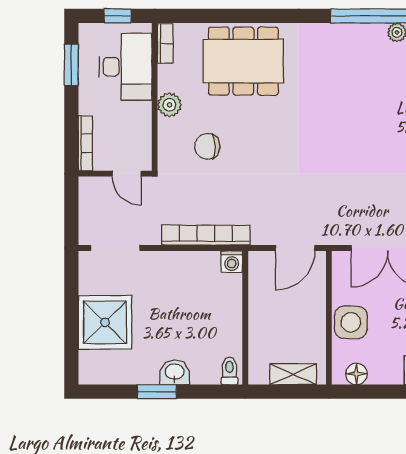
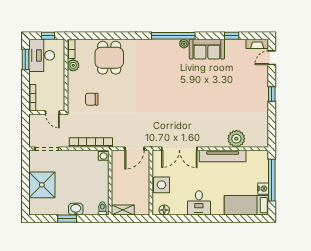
dining table: (243, 61) -> (109, 58), width x0.73
desk: (125, 67) -> (42, 55), moved, turned 180
plant: (169, 105) -> (73, 65), moved
shelving: (293, 374) -> (123, 210), moved

